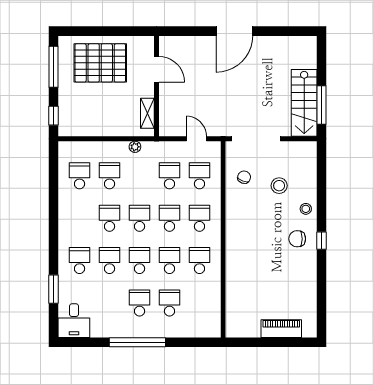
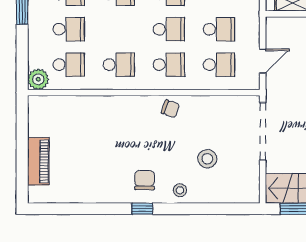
chair: (244, 177) -> (170, 109), moved
school desk: (169, 261) -> (69, 65), moved
plant: (212, 329) -> (38, 79), added

